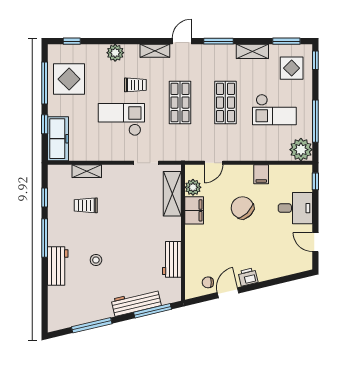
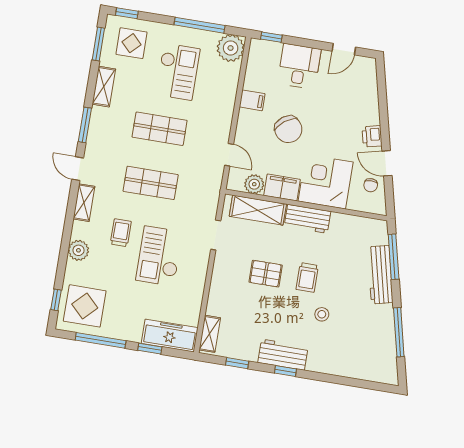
display table: (69, 79) -> (85, 306), moved
shelving: (87, 171) -> (210, 334), moved
trolley: (86, 205) -> (307, 277), moved
chair: (242, 208) -> (288, 129), turned -83
pallet: (122, 209) -> (266, 274), added
window: (45, 238) -> (285, 371), width x0.46
corner desk: (205, 245) -> (326, 182), added
workbench: (172, 259) -> (308, 219), moved
workbench: (58, 266) -> (283, 355), moved

